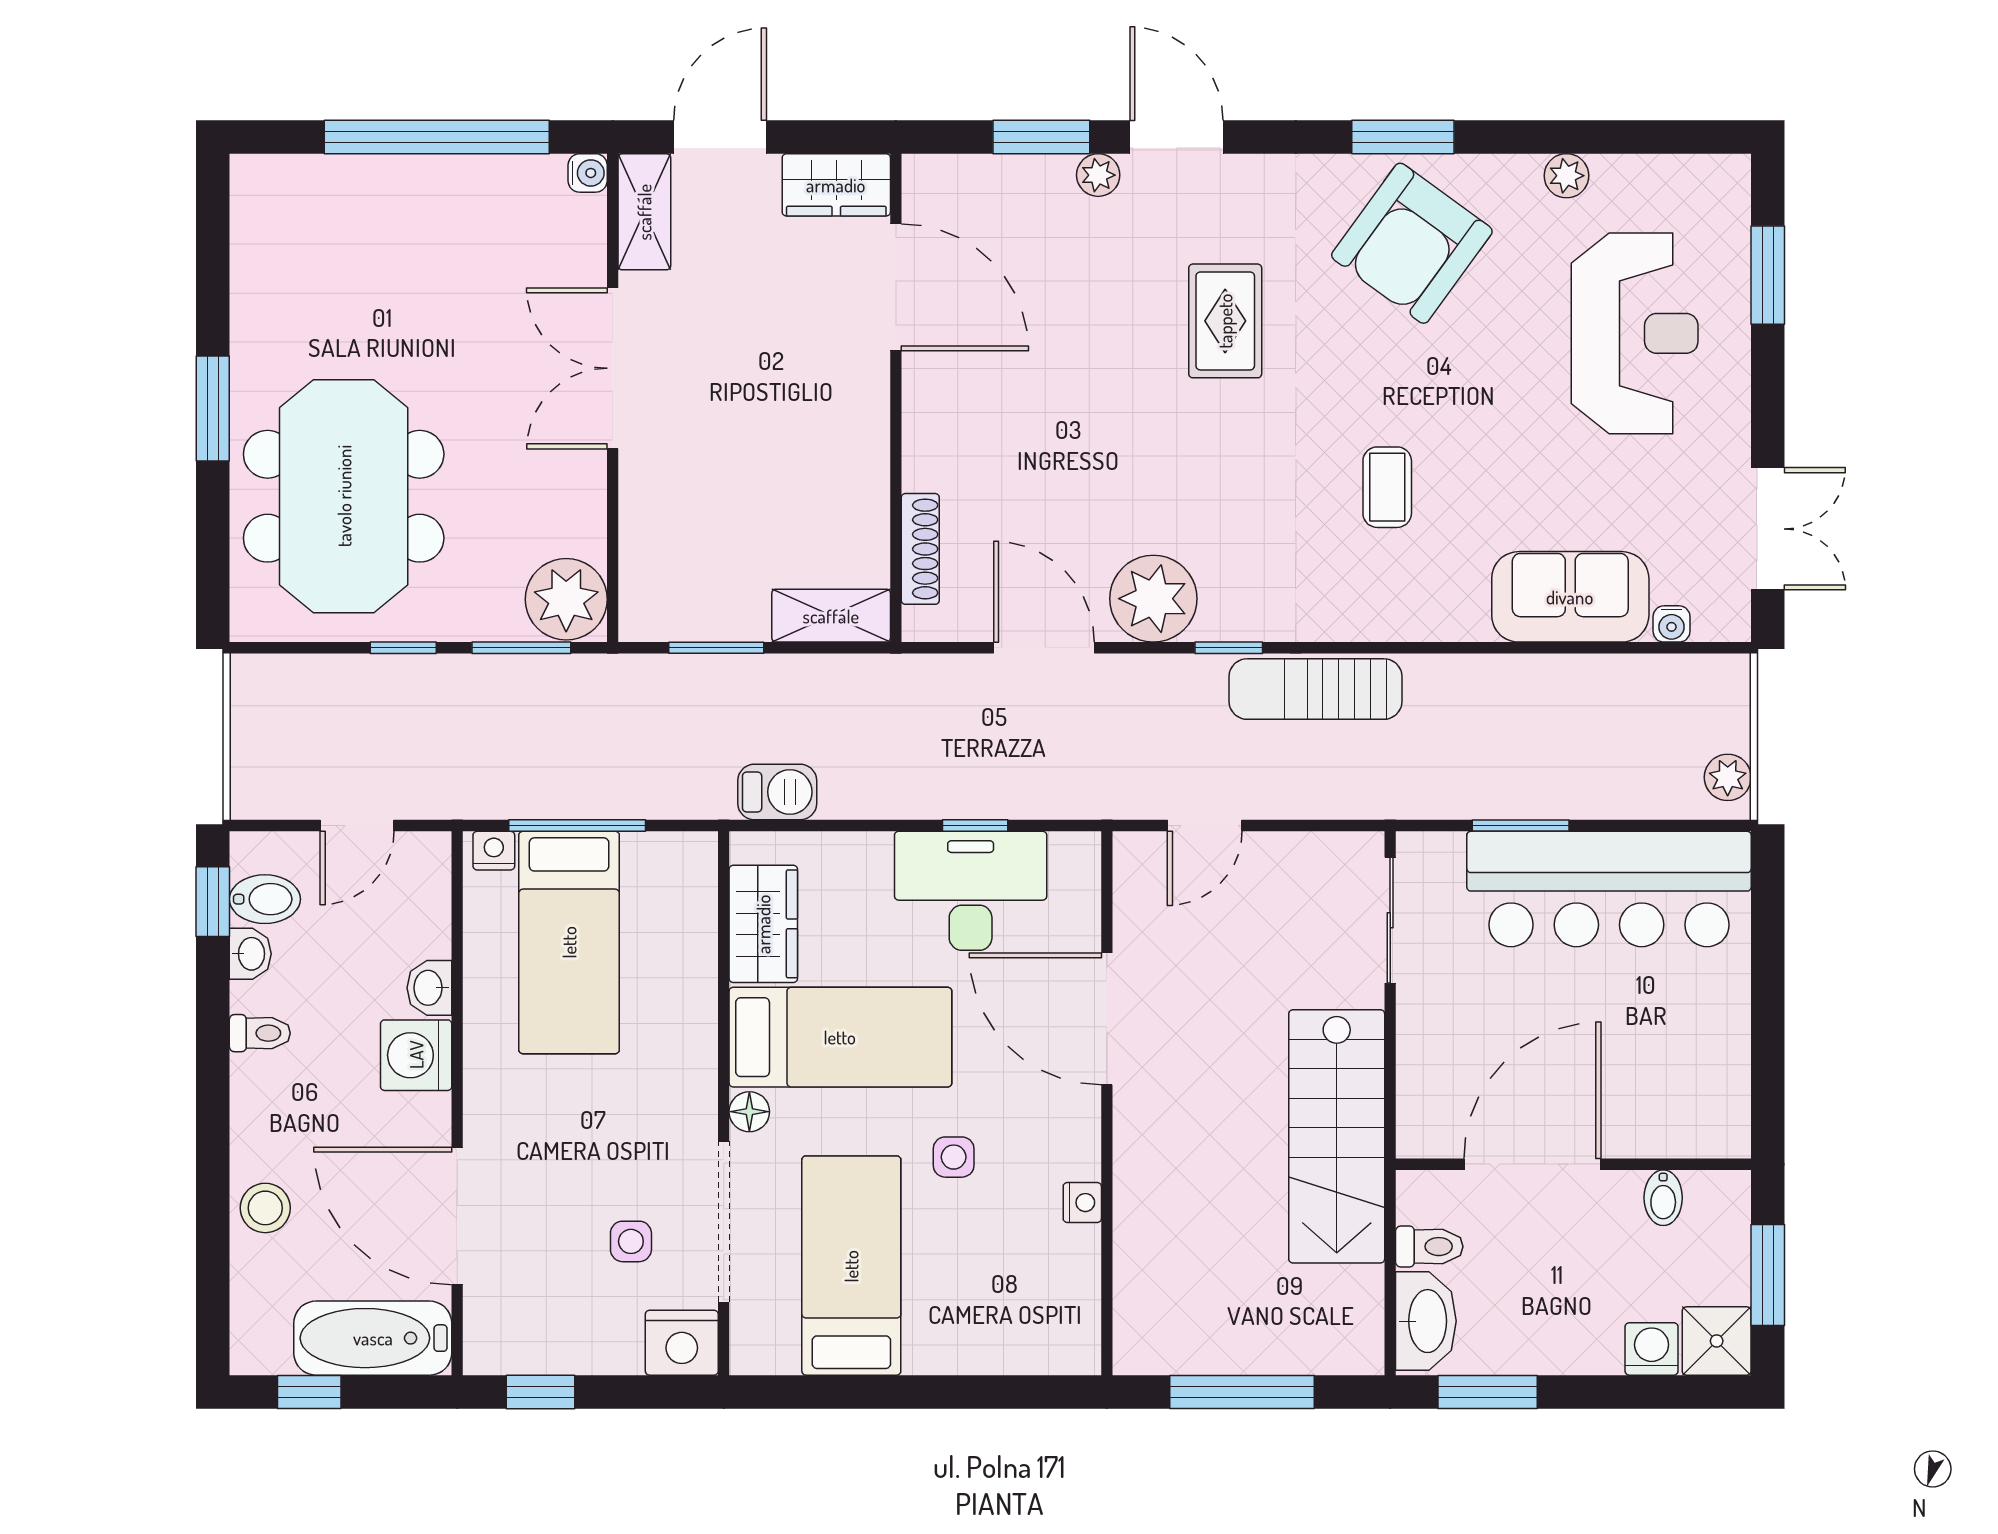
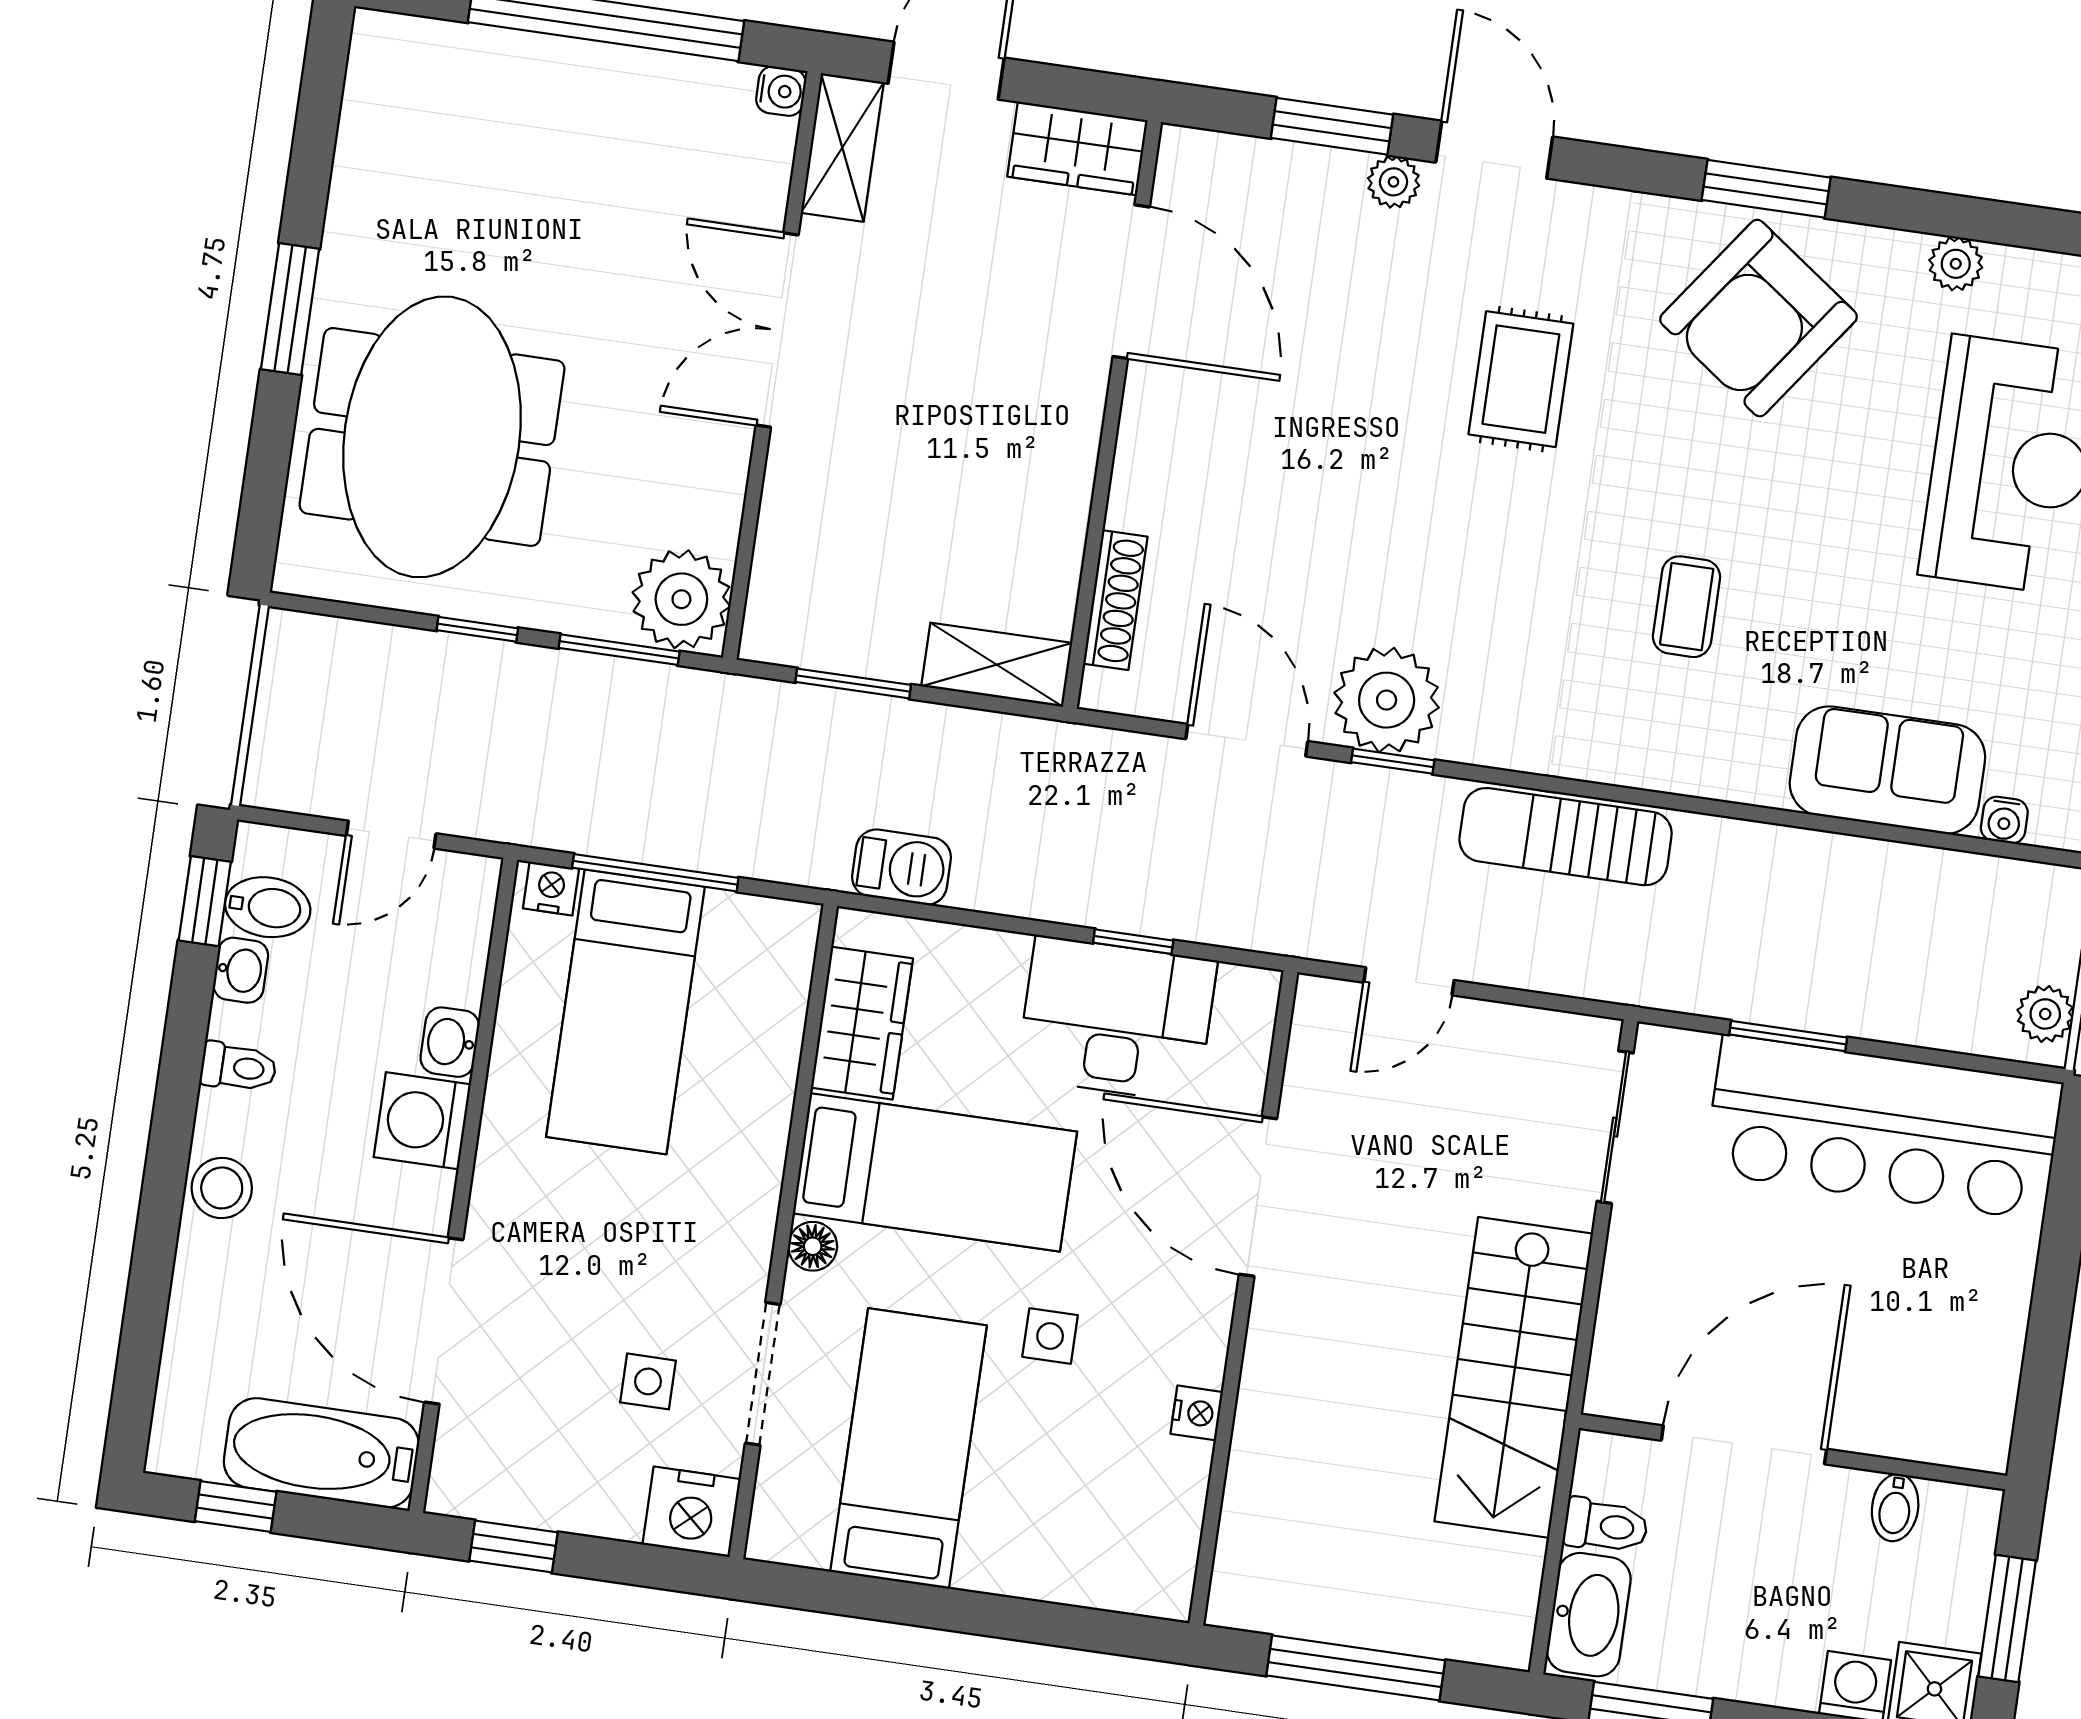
window: (1229, 648) -> (1393, 761), moved
stool: (265, 1208) -> (222, 1188), moved
doorway: (724, 1222) -> (763, 1374), width x0.73

